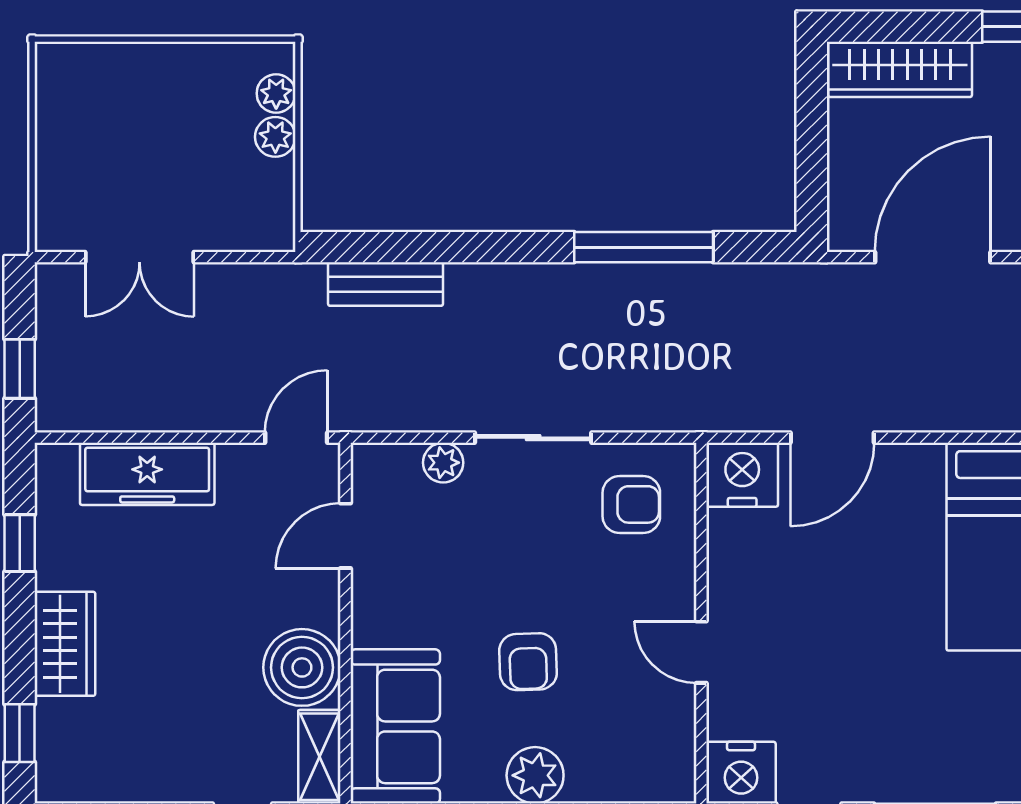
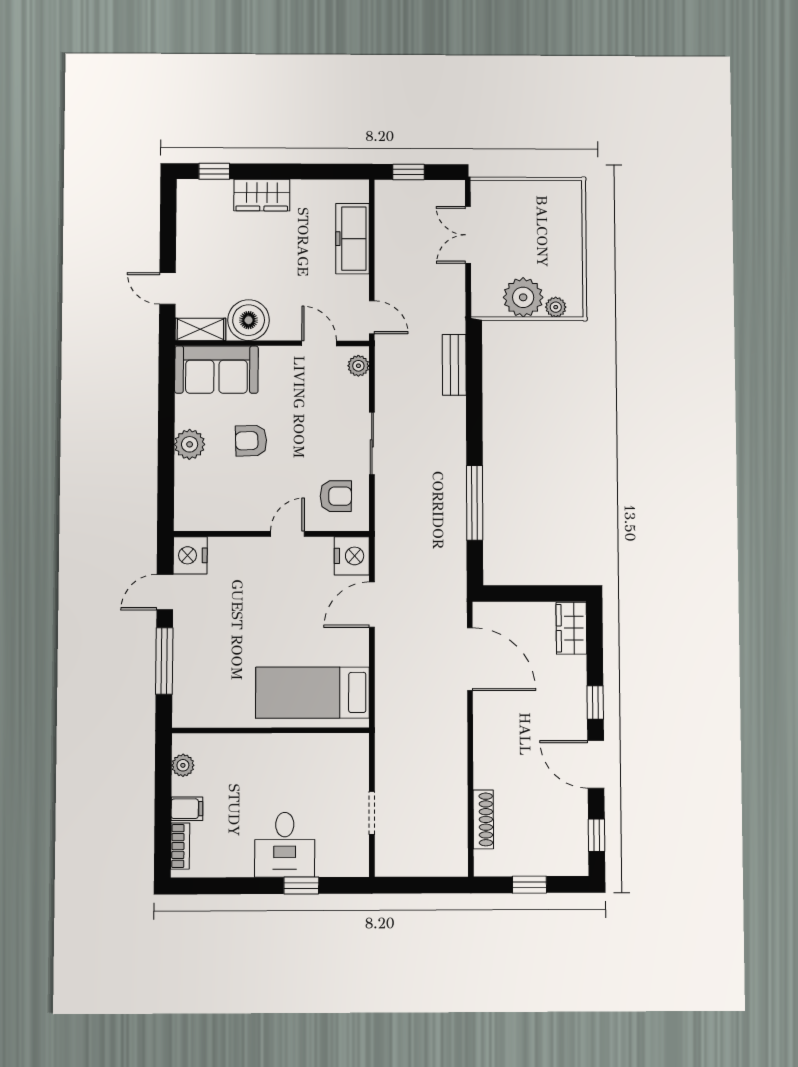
wardrobe: (900, 69) -> (571, 628), width x0.67
plant: (275, 137) -> (523, 297), width x1.88, depth x1.88
door: (832, 438) -> (372, 605), hinge flipped
plant: (443, 463) -> (358, 366), moved
armchair: (631, 504) -> (336, 496), turned -90
window: (20, 543) -> (316, 172), removed
door: (701, 652) -> (288, 534), moved

